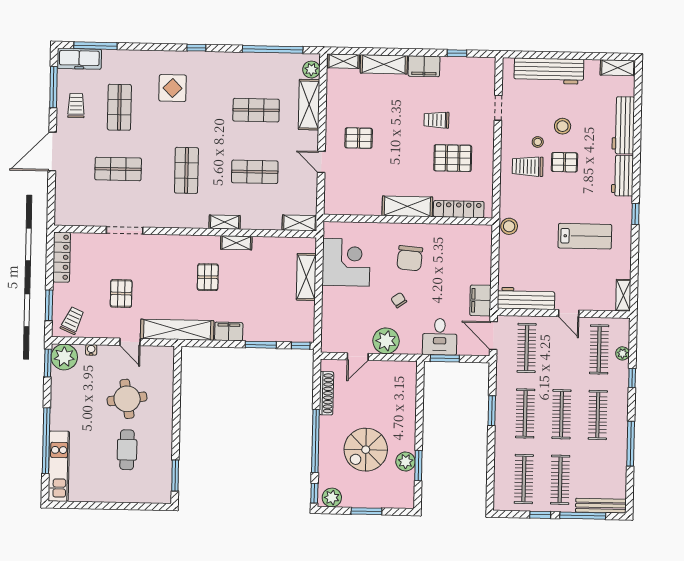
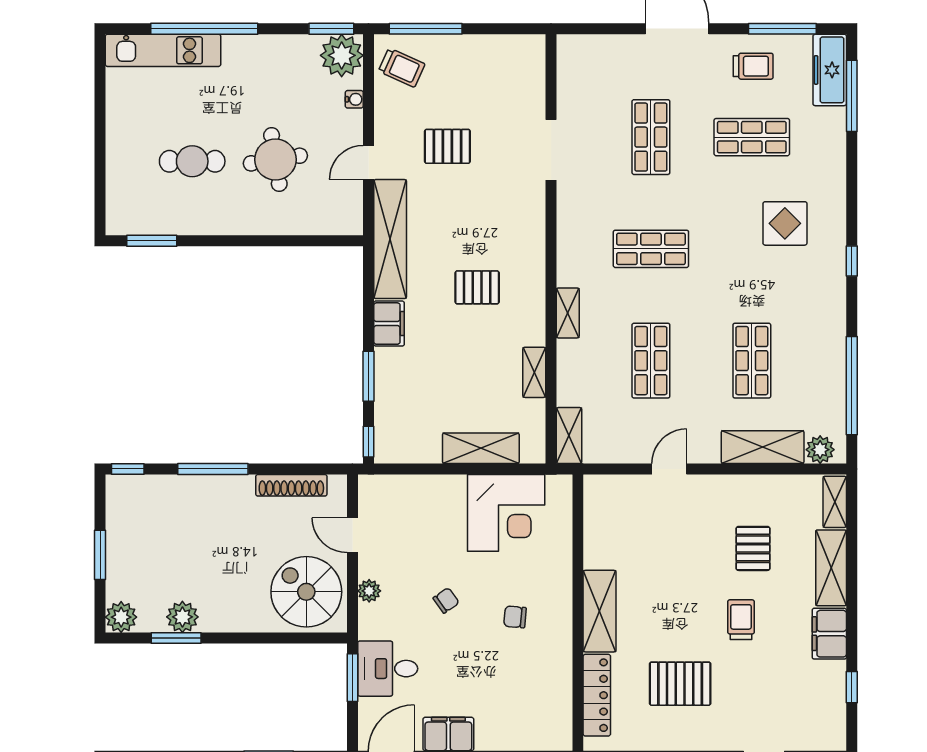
trolley: (436, 120) -> (741, 620), moved
pallet: (359, 138) -> (753, 548), moved
pallet: (453, 158) -> (680, 684), turned 90
shelving: (236, 243) -> (534, 372), moved
locker: (62, 257) -> (505, 48), removed
chair: (410, 258) -> (515, 617), width x0.54, depth x0.54
window: (49, 305) -> (426, 29), width x1.44
plant: (386, 341) -> (369, 591), width x0.53, depth x0.53
window: (315, 441) -> (213, 469), width x0.68
spiral stairs: (366, 450) -> (306, 592), moved
plant: (332, 498) -> (121, 617), moved

